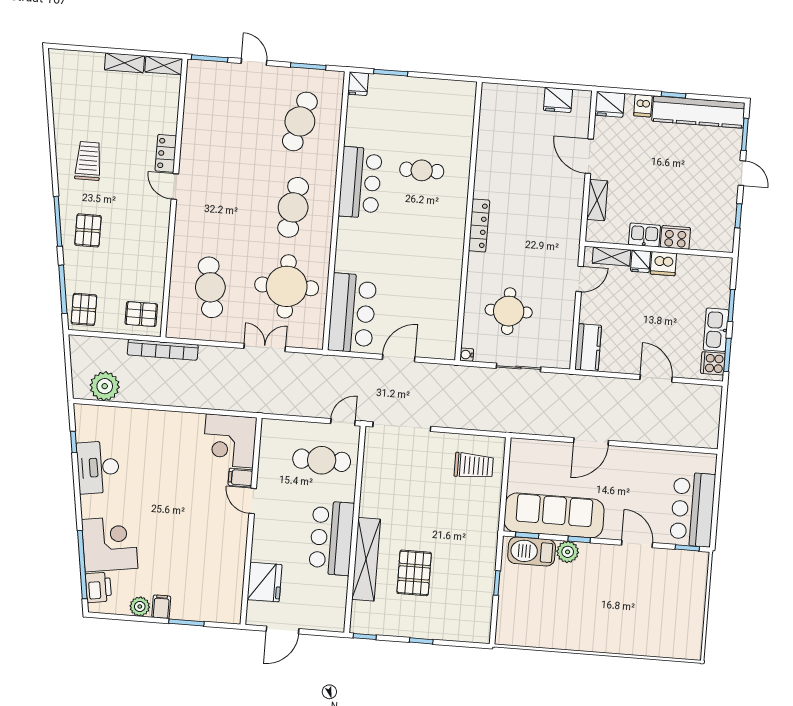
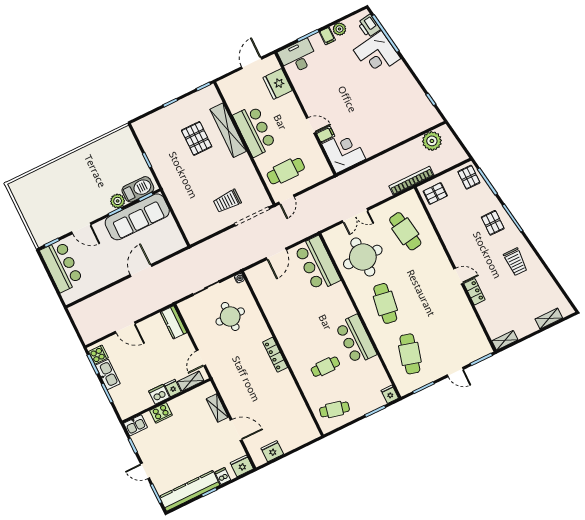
shelving: (124, 63) -> (549, 319), moved
cafe table: (443, 107) -> (335, 409), added
kitchen sink: (644, 235) -> (135, 425), moved
trolley: (474, 466) -> (227, 201), moved
desk: (98, 467) -> (298, 57), moved, turned -81

